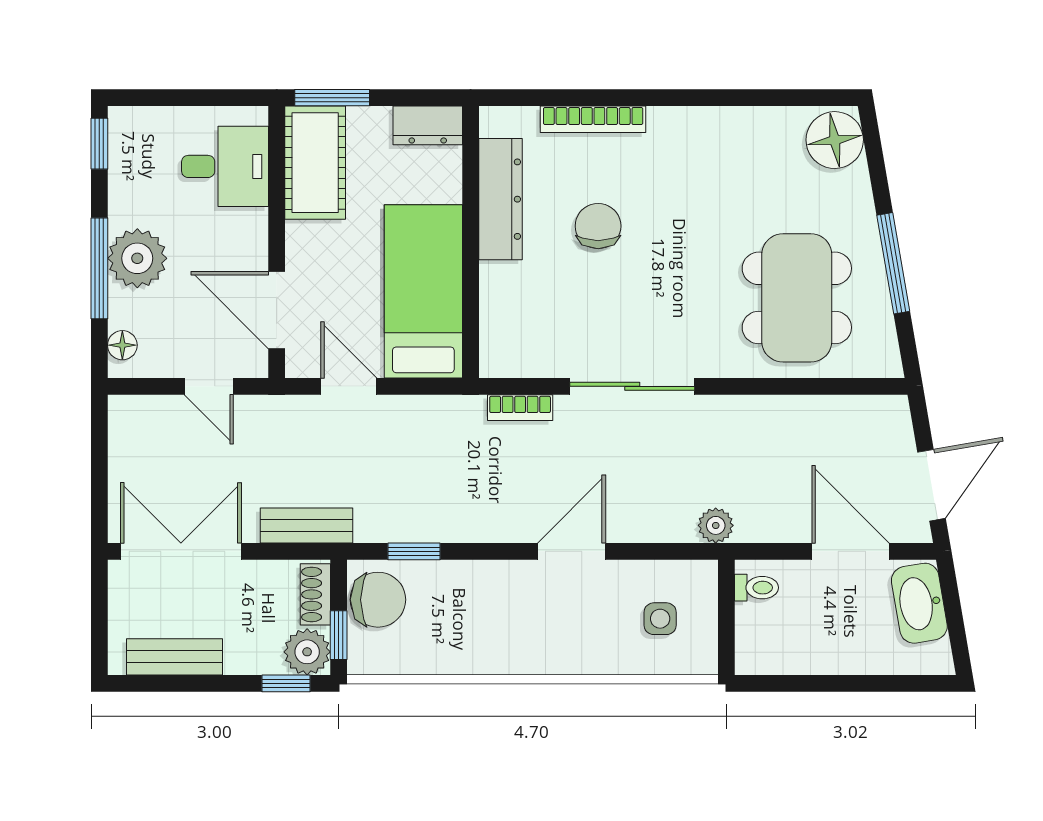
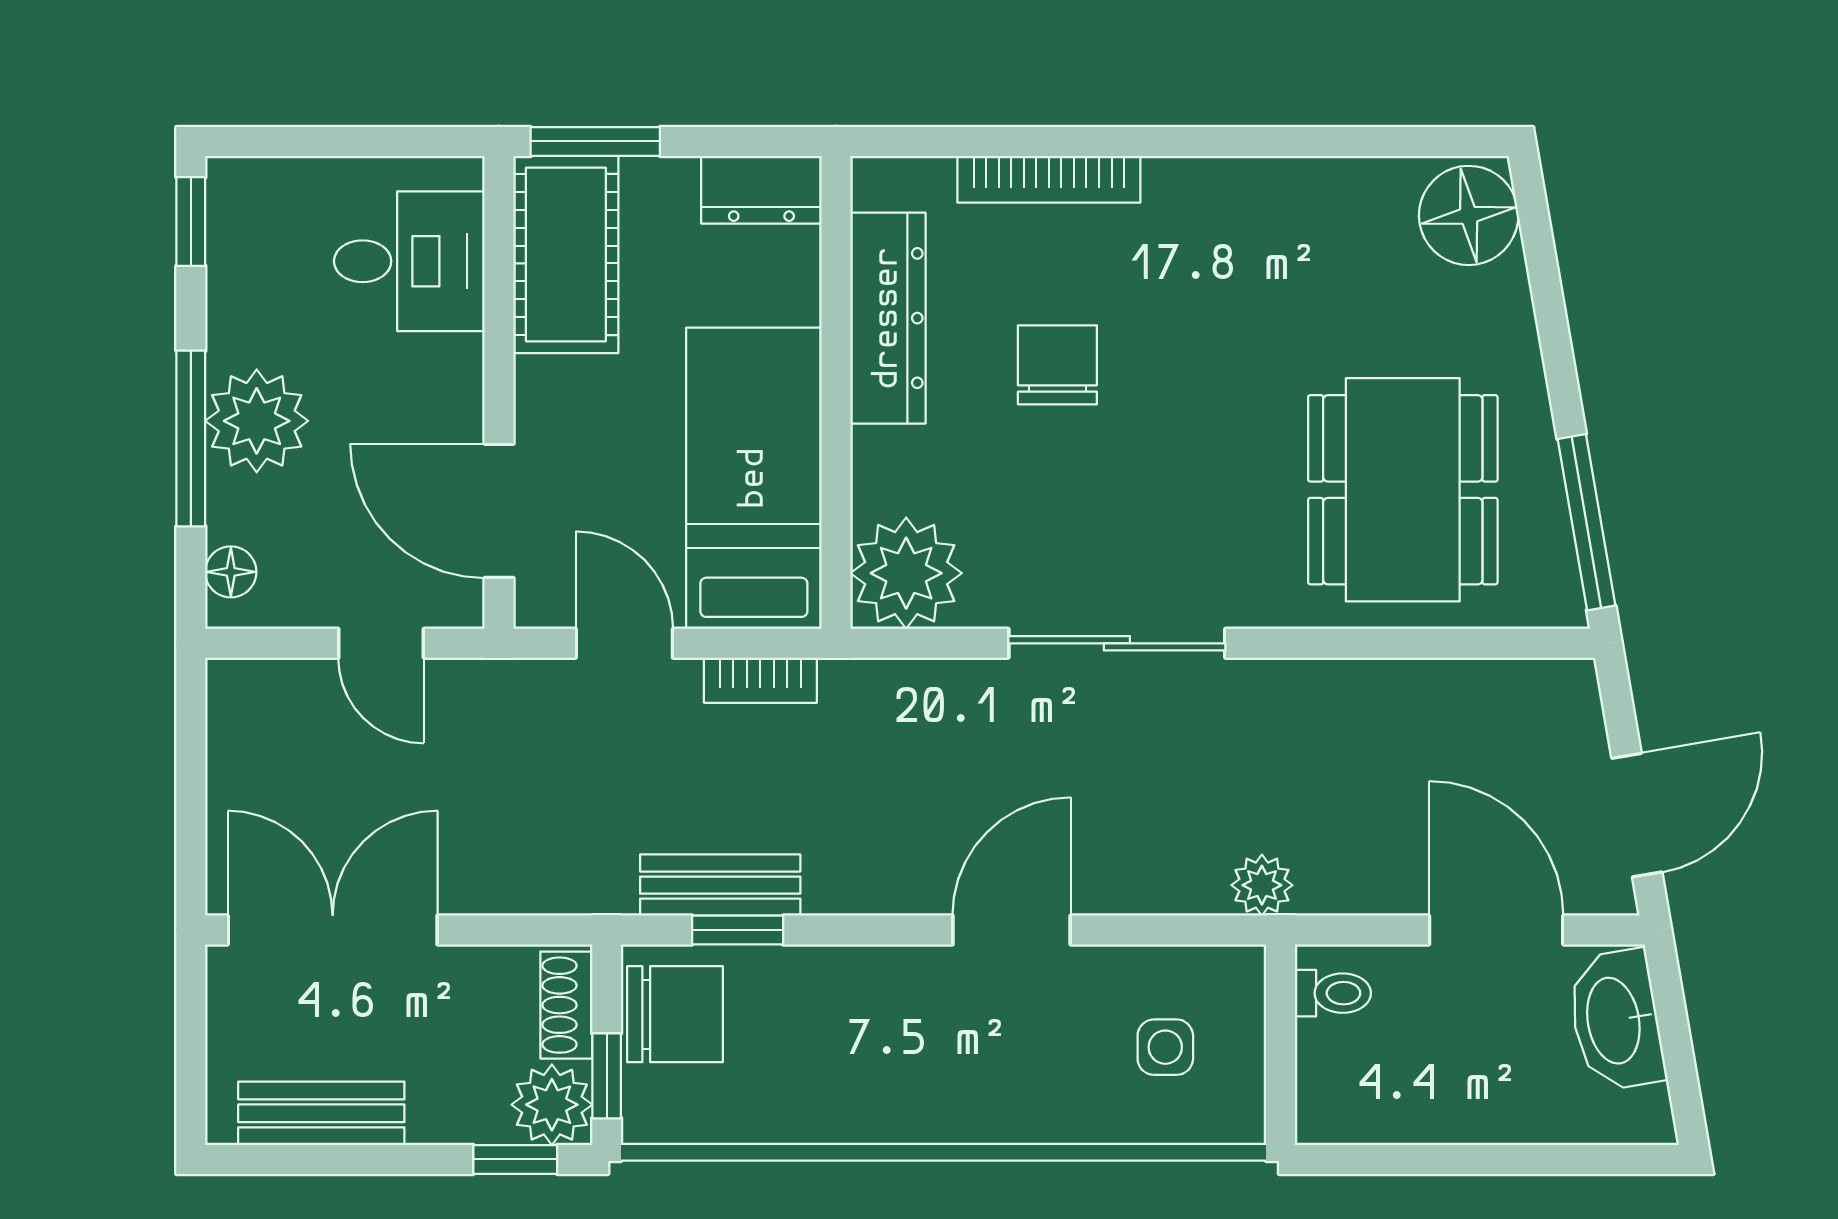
window: (893, 263) -> (1586, 522), moved
plant: (511, 346) -> (906, 573), added
bookcase: (520, 408) -> (760, 680), moved
bench: (306, 525) -> (720, 885), moved

